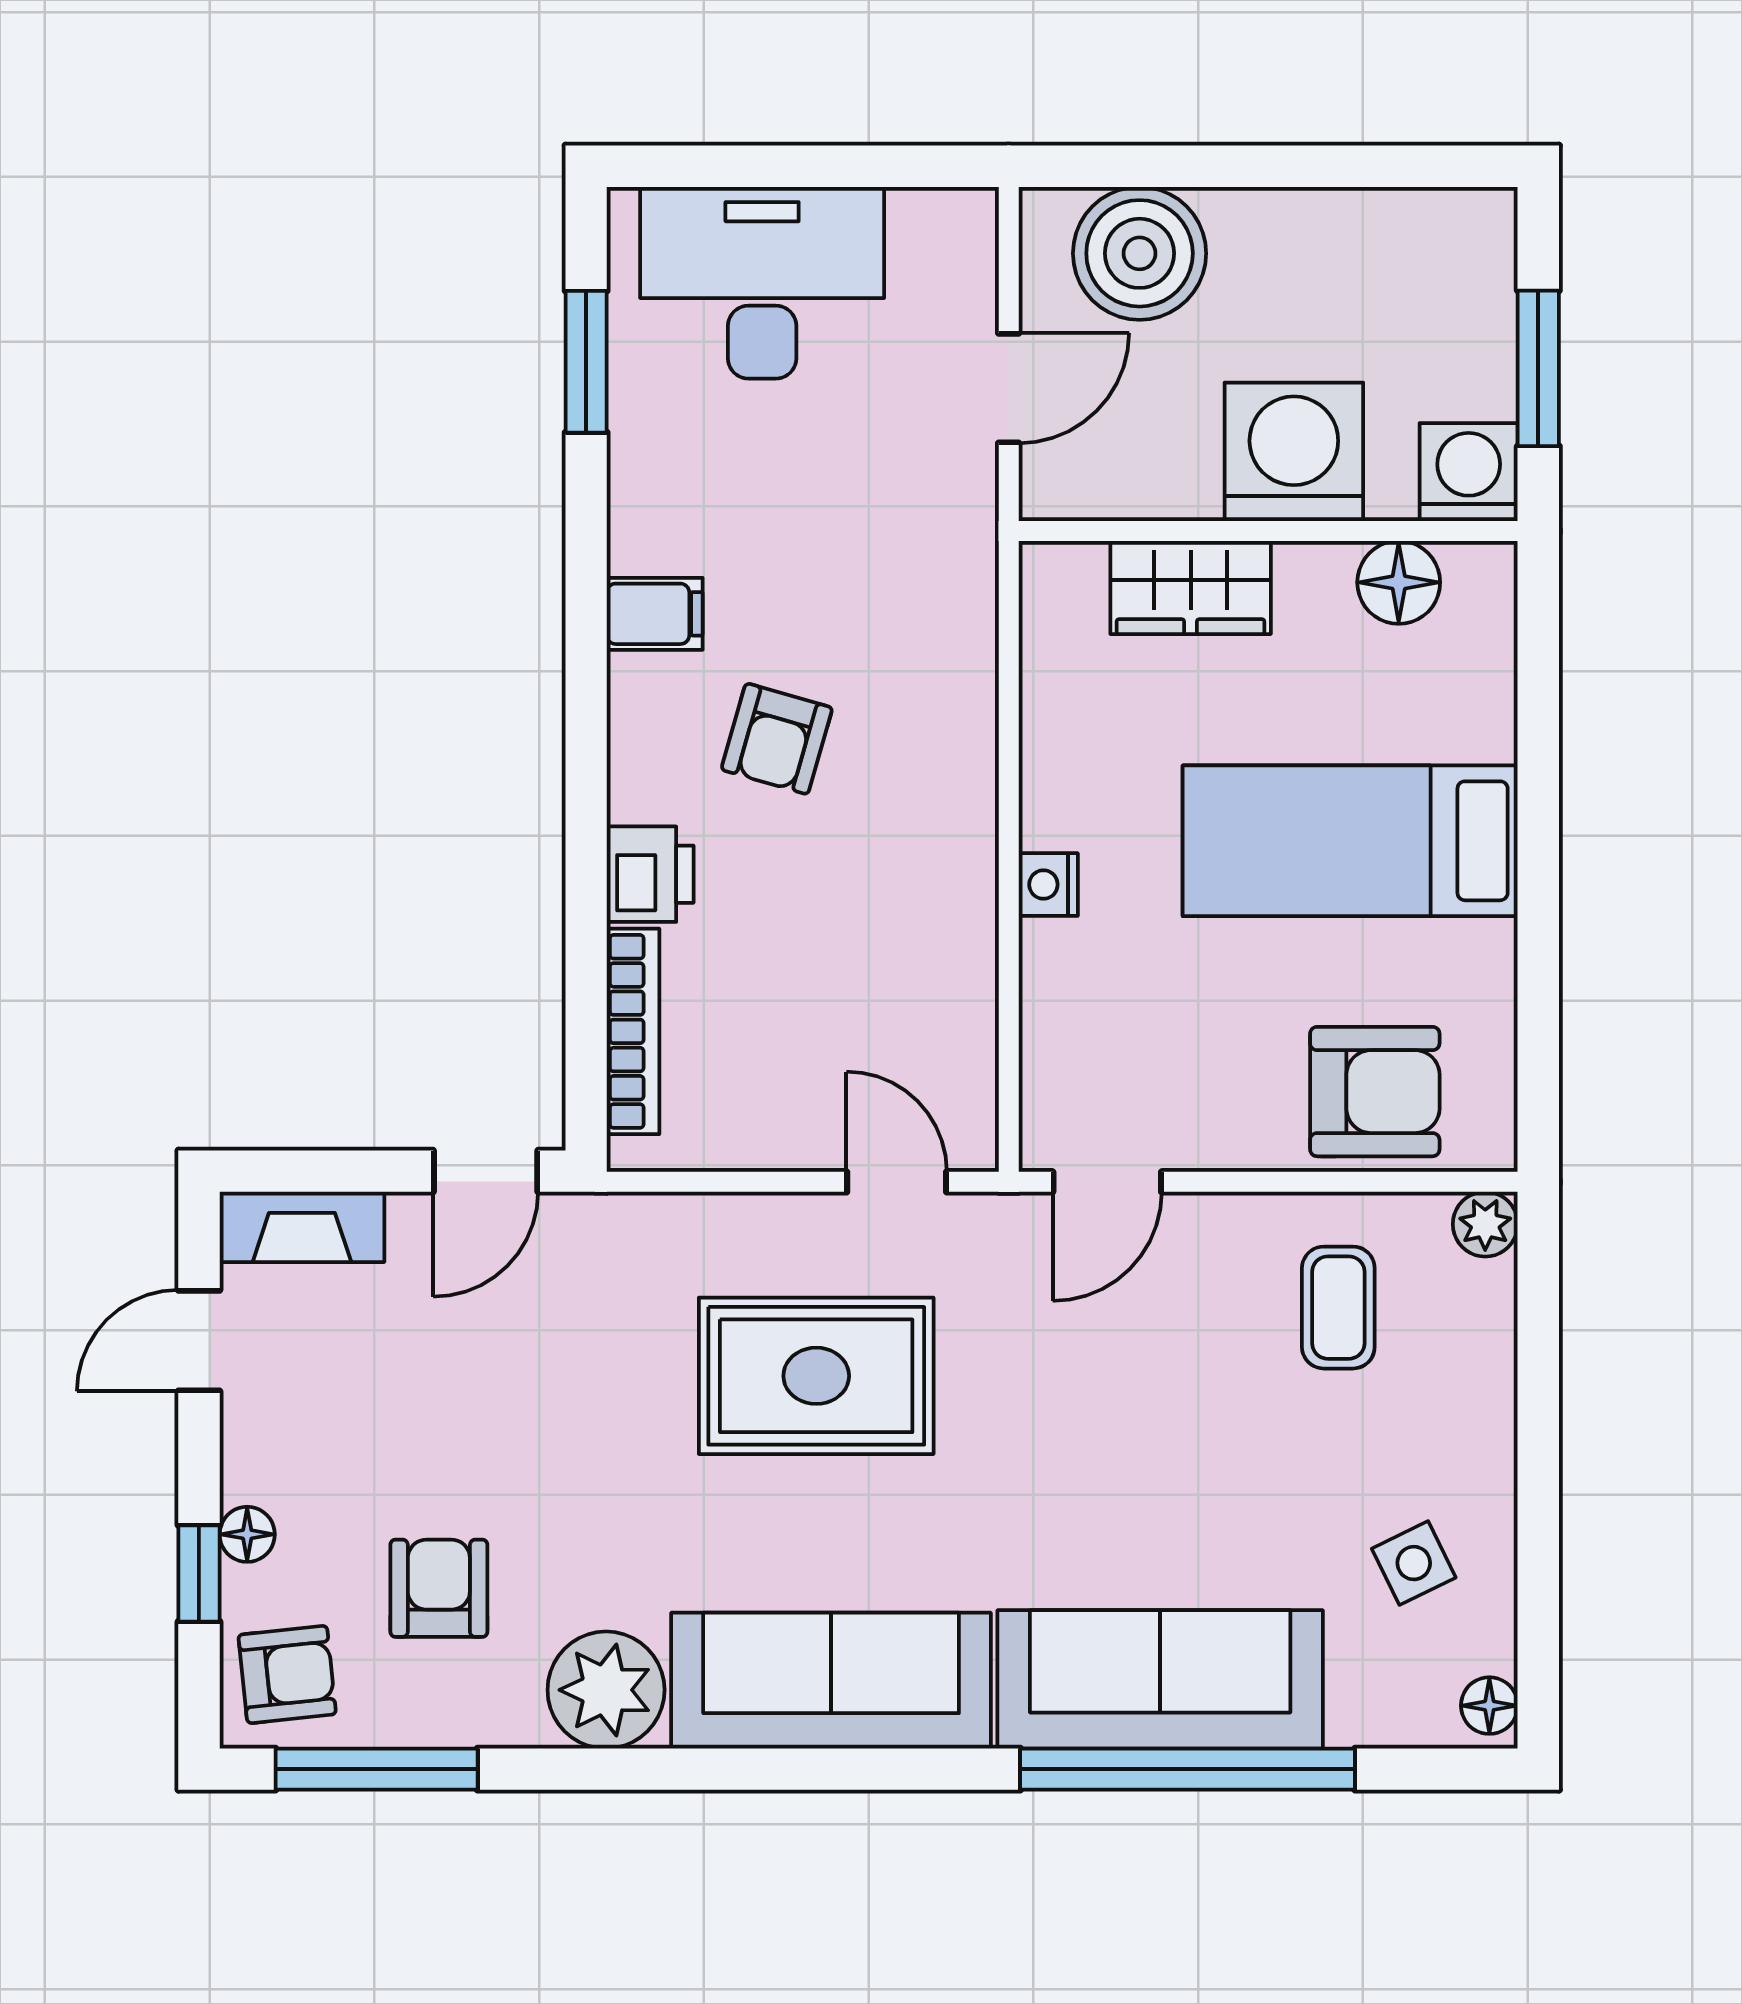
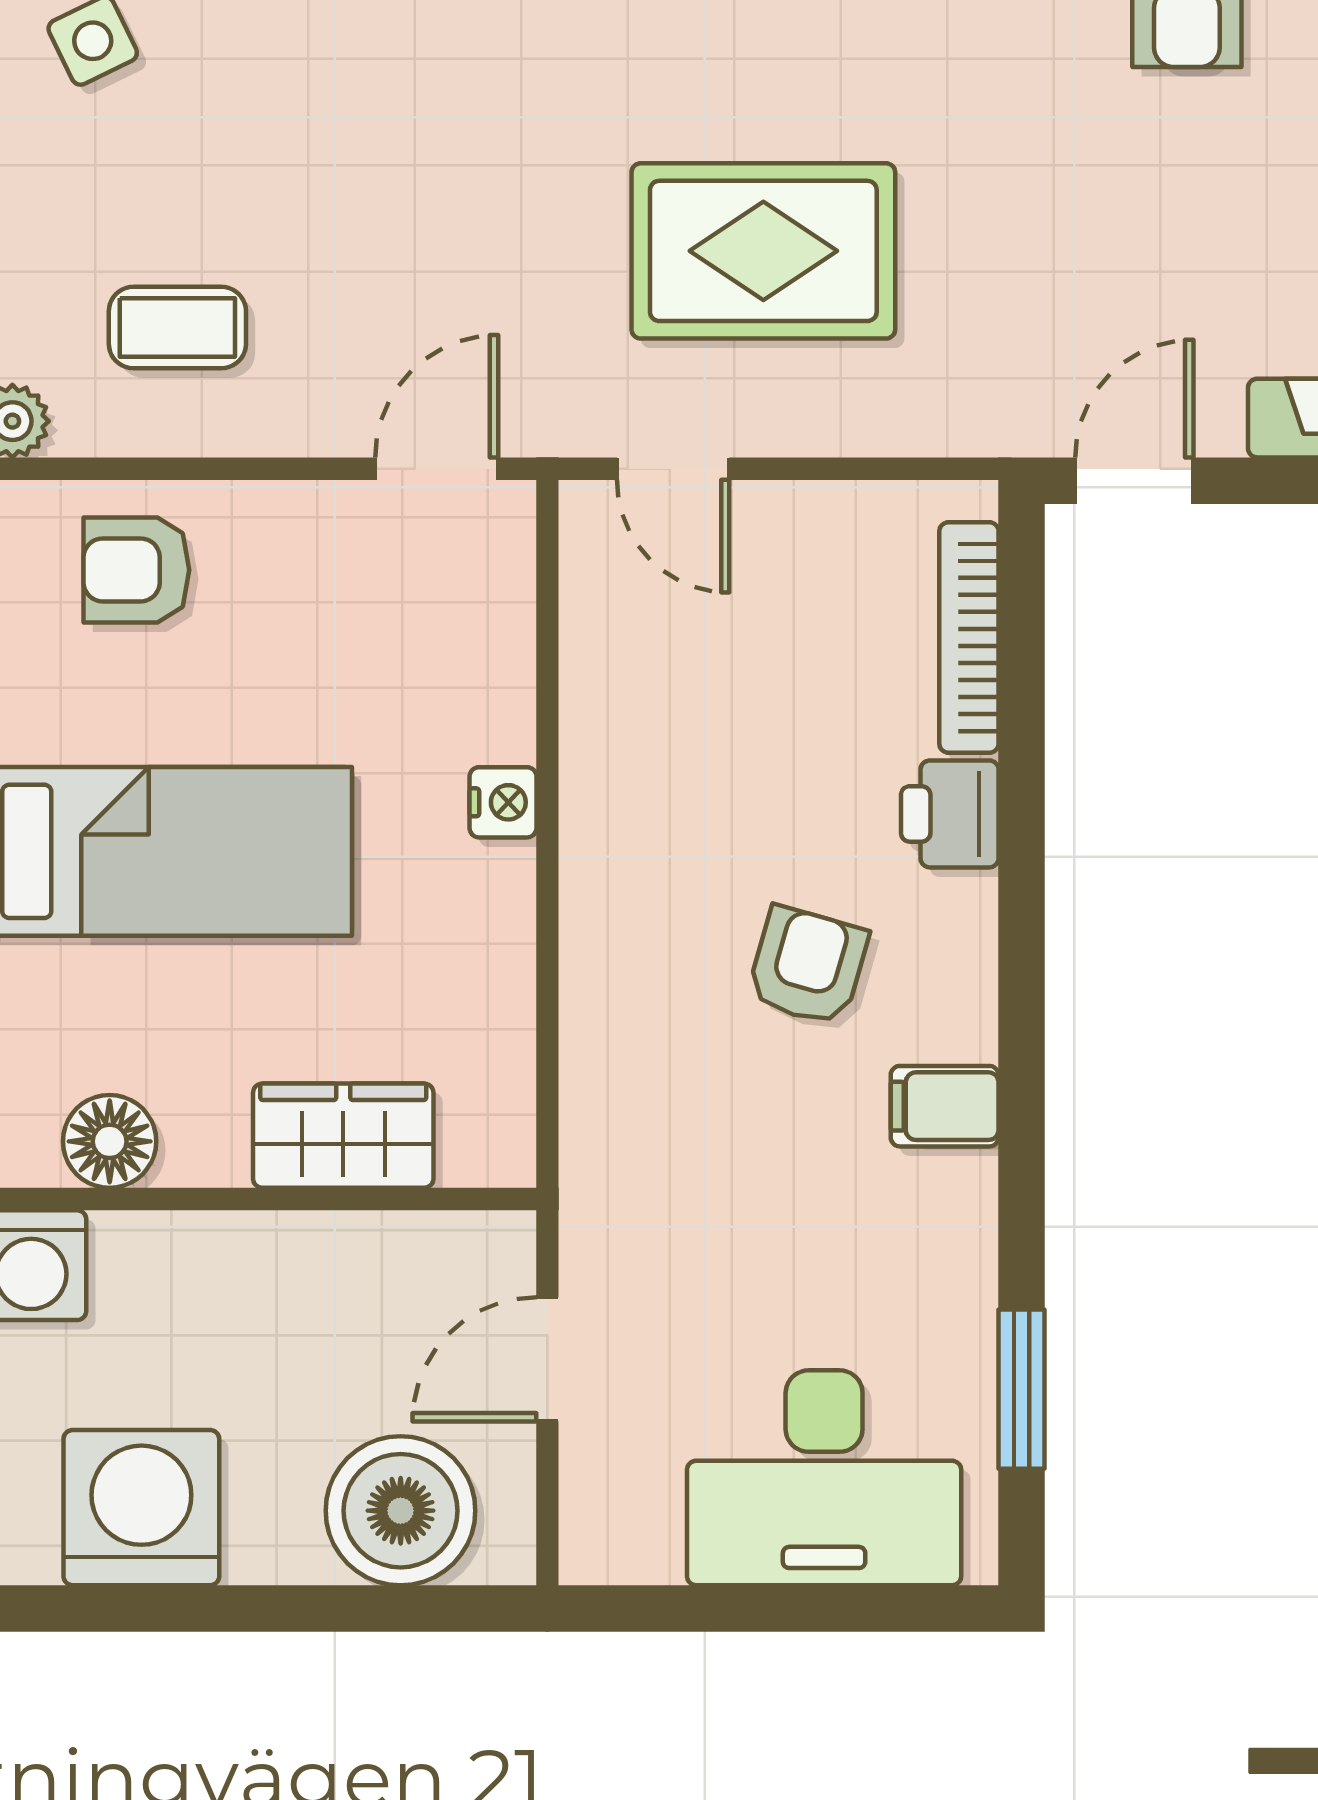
washing machine: (1294, 452) -> (141, 1508), moved, turned 180
armchair: (1375, 1092) -> (136, 570), width x0.72, depth x0.72
coffee table: (1338, 1308) -> (177, 328), turned 90

